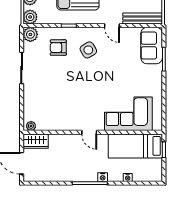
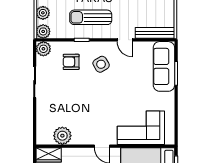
sofa: (152, 46) -> (164, 66), width x1.36
plant: (31, 126) -> (62, 136), moved, width x1.87, depth x1.87

